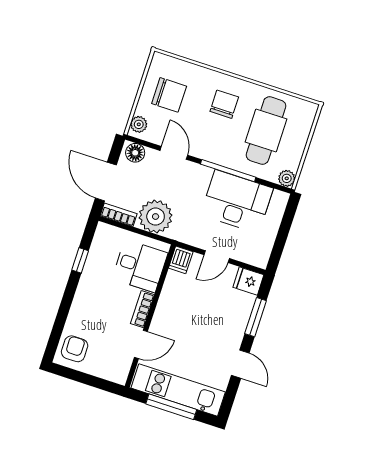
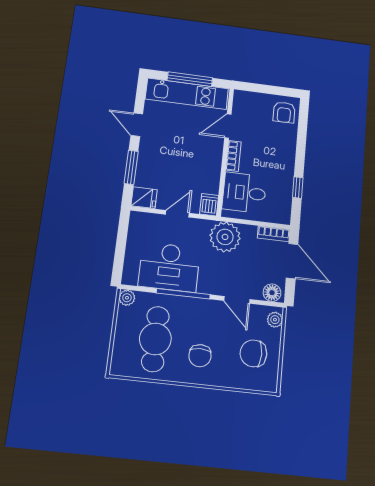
plant: (156, 217) -> (225, 237), moved

